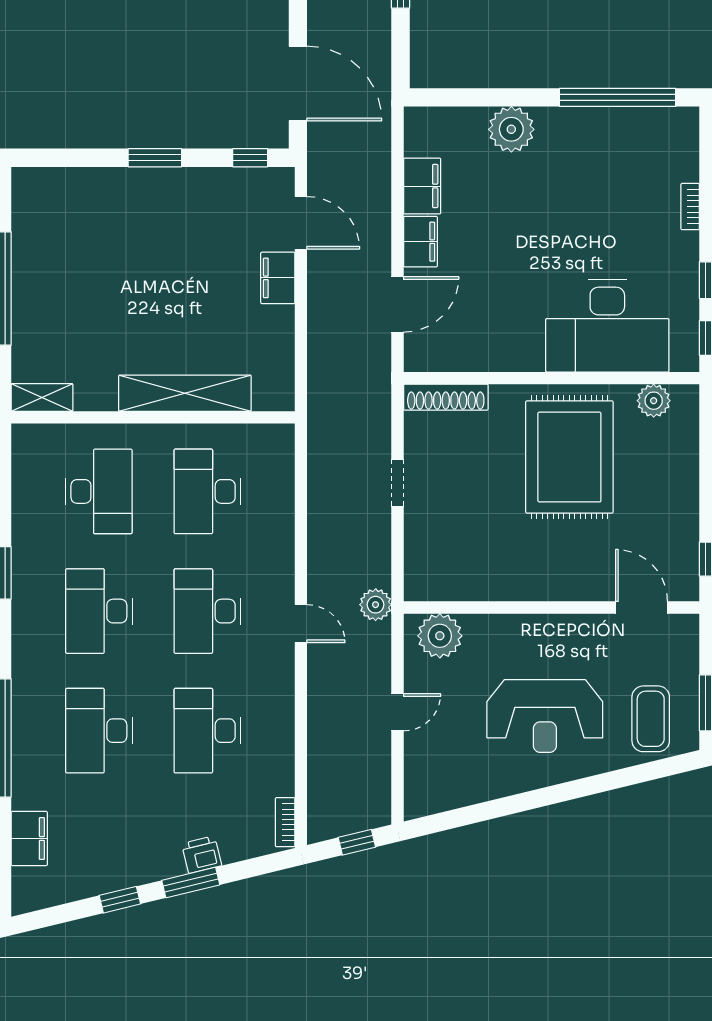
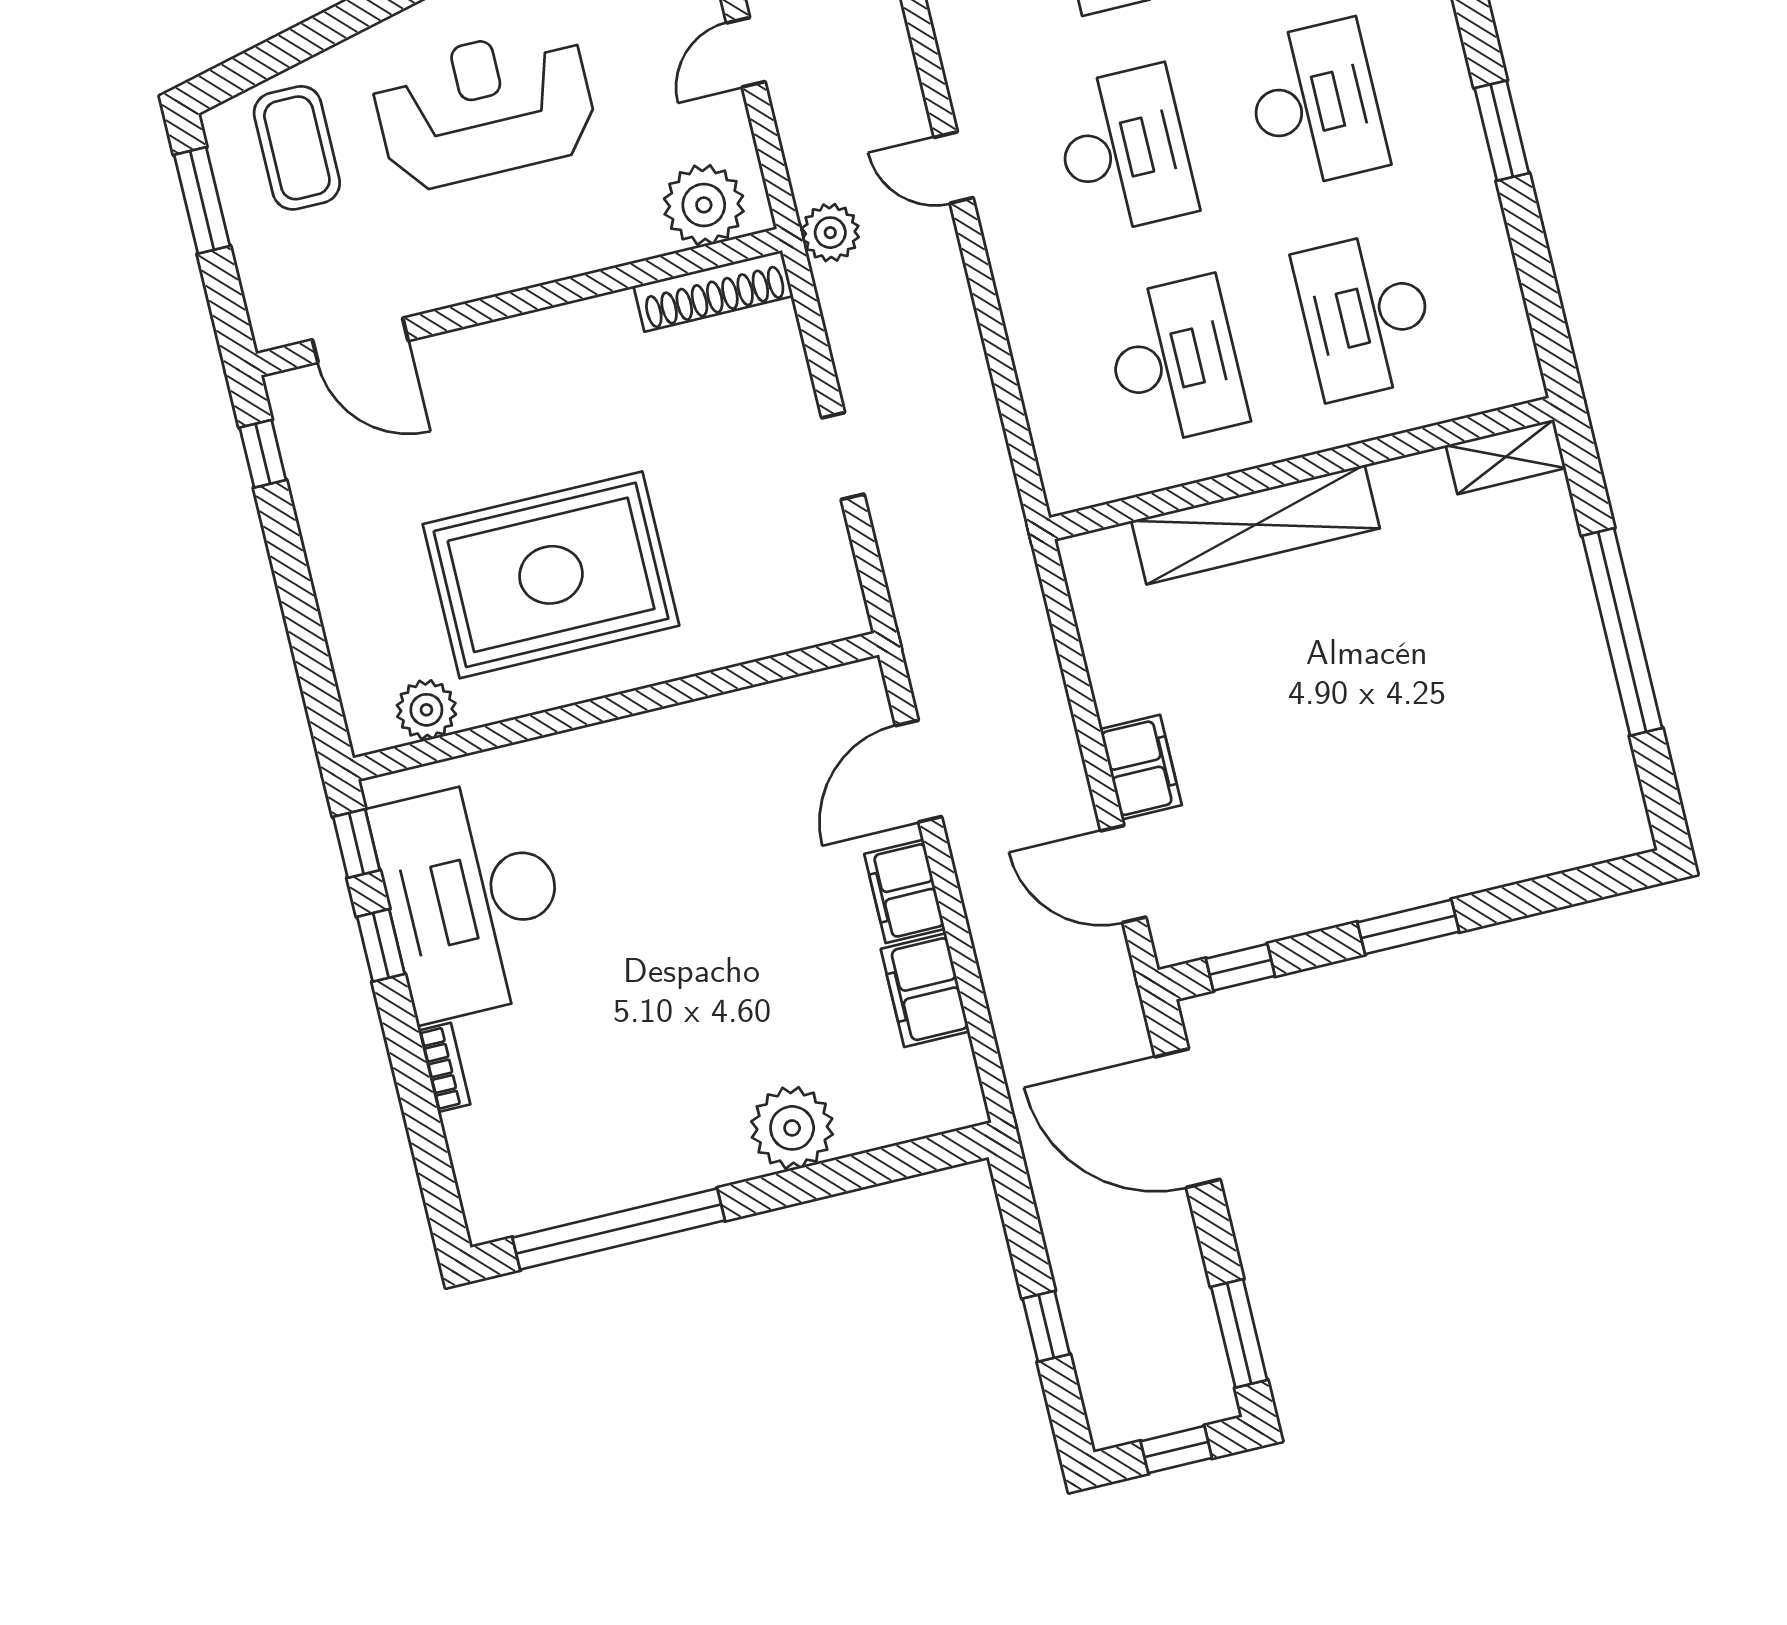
desk: (607, 326) -> (472, 898), moved, turned -90
shoe rack: (446, 397) -> (713, 291), moved, turned 180
rug: (569, 457) -> (551, 575), turned 90

